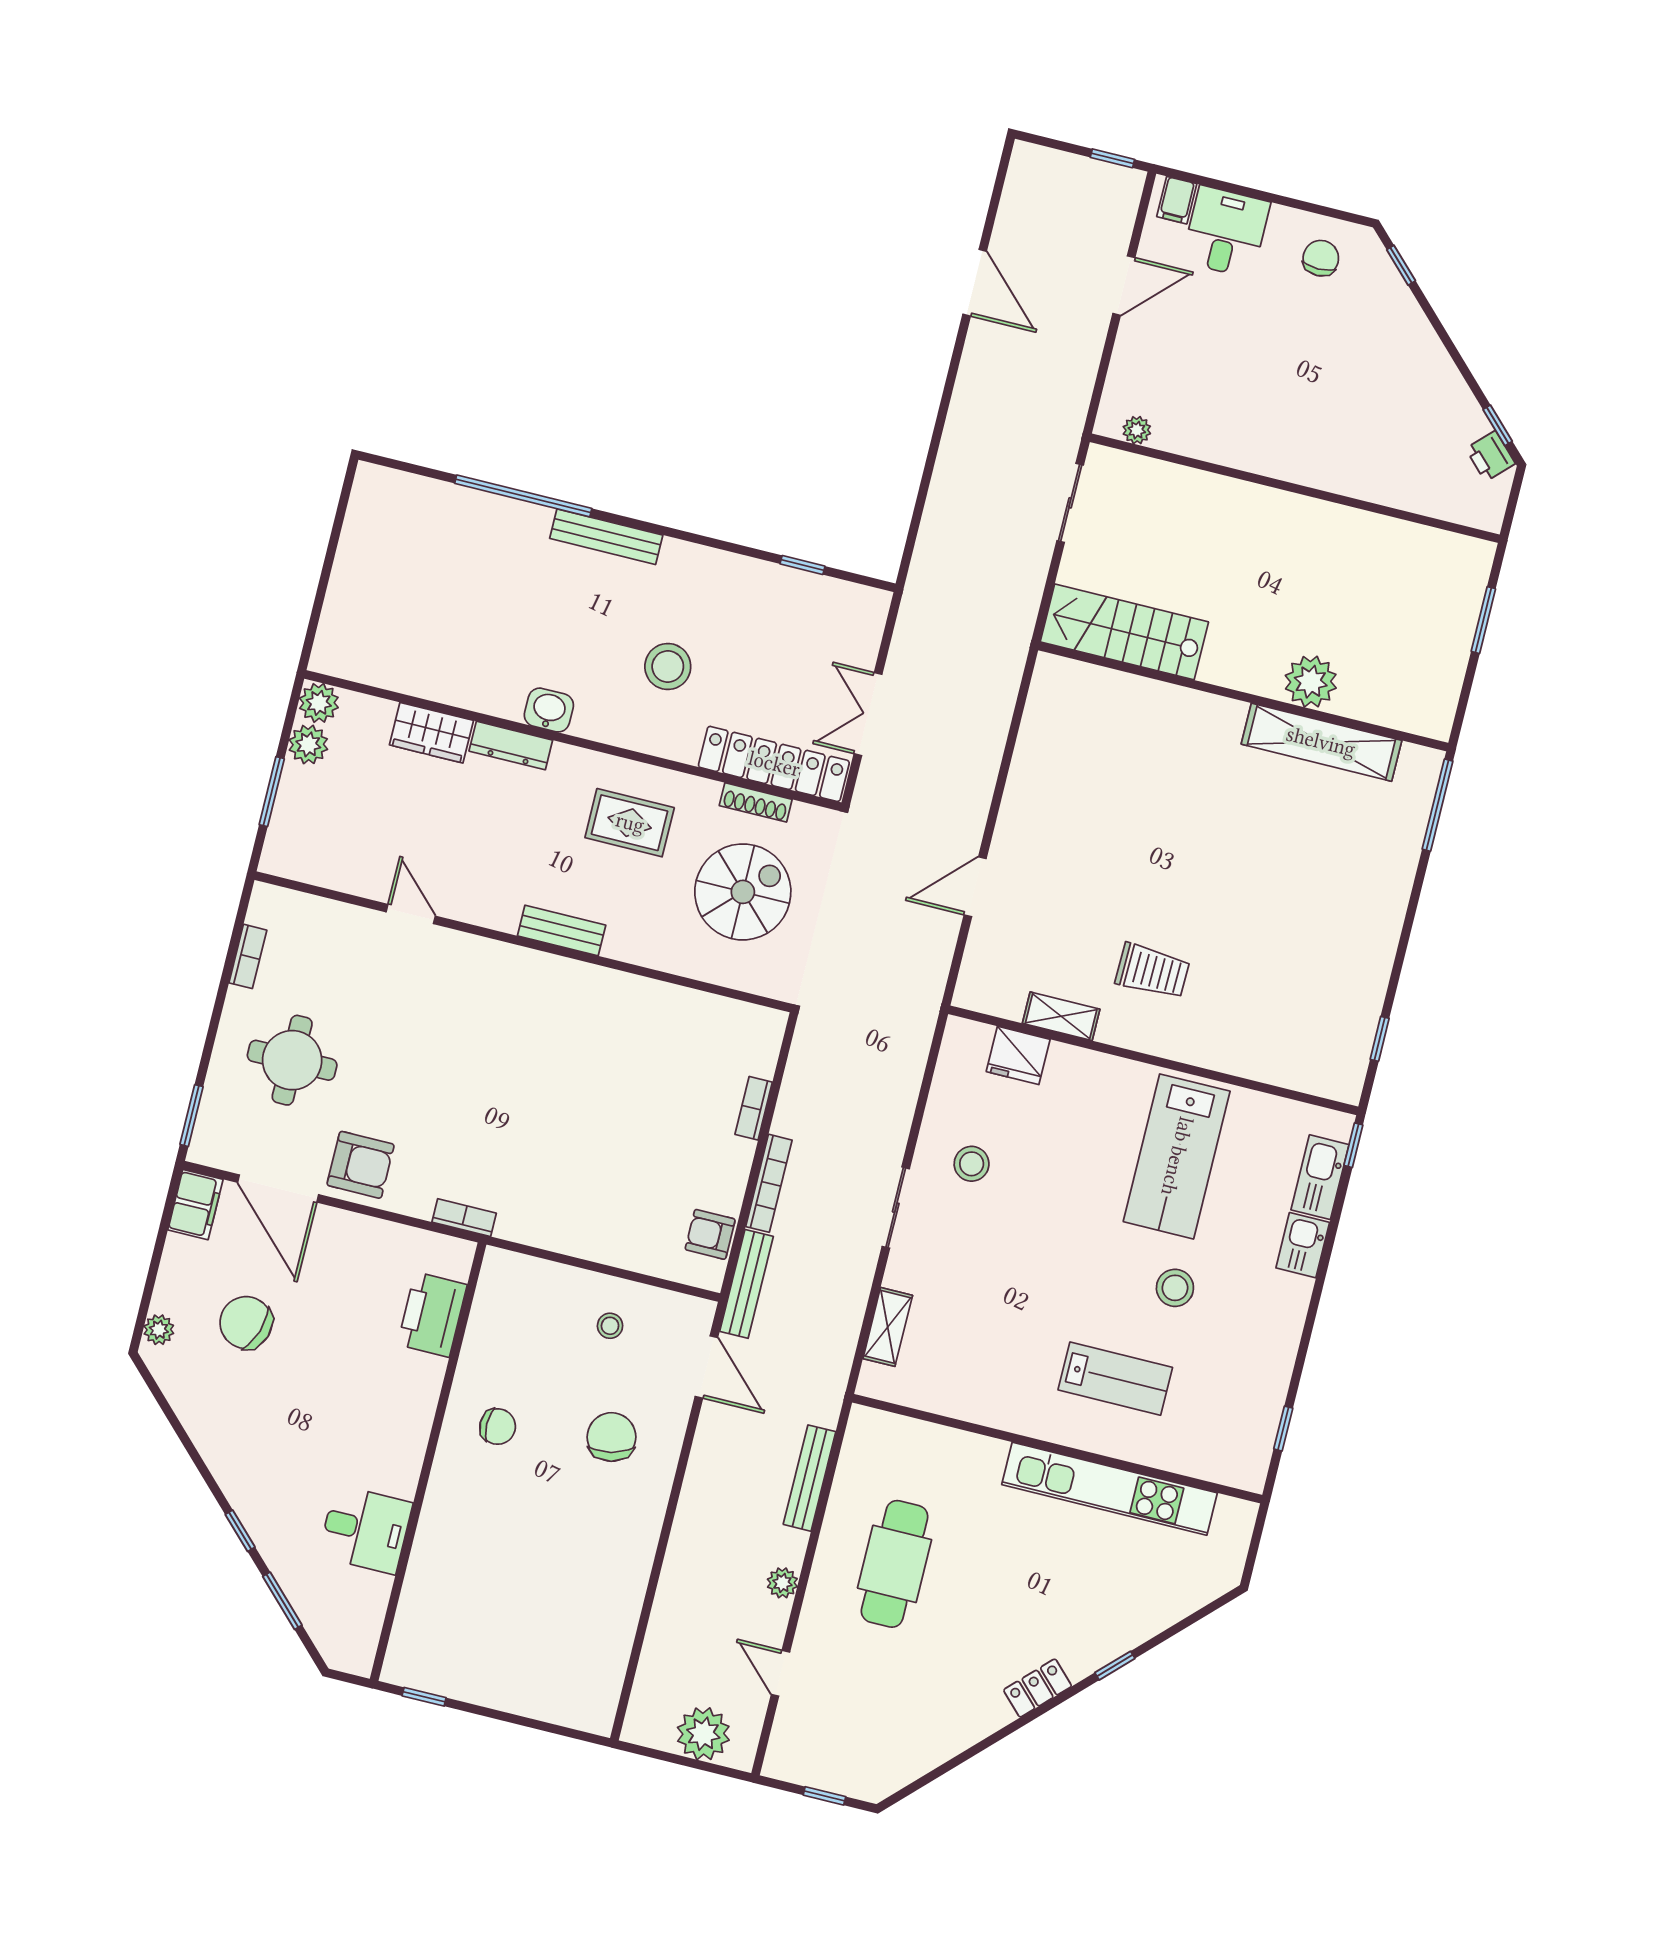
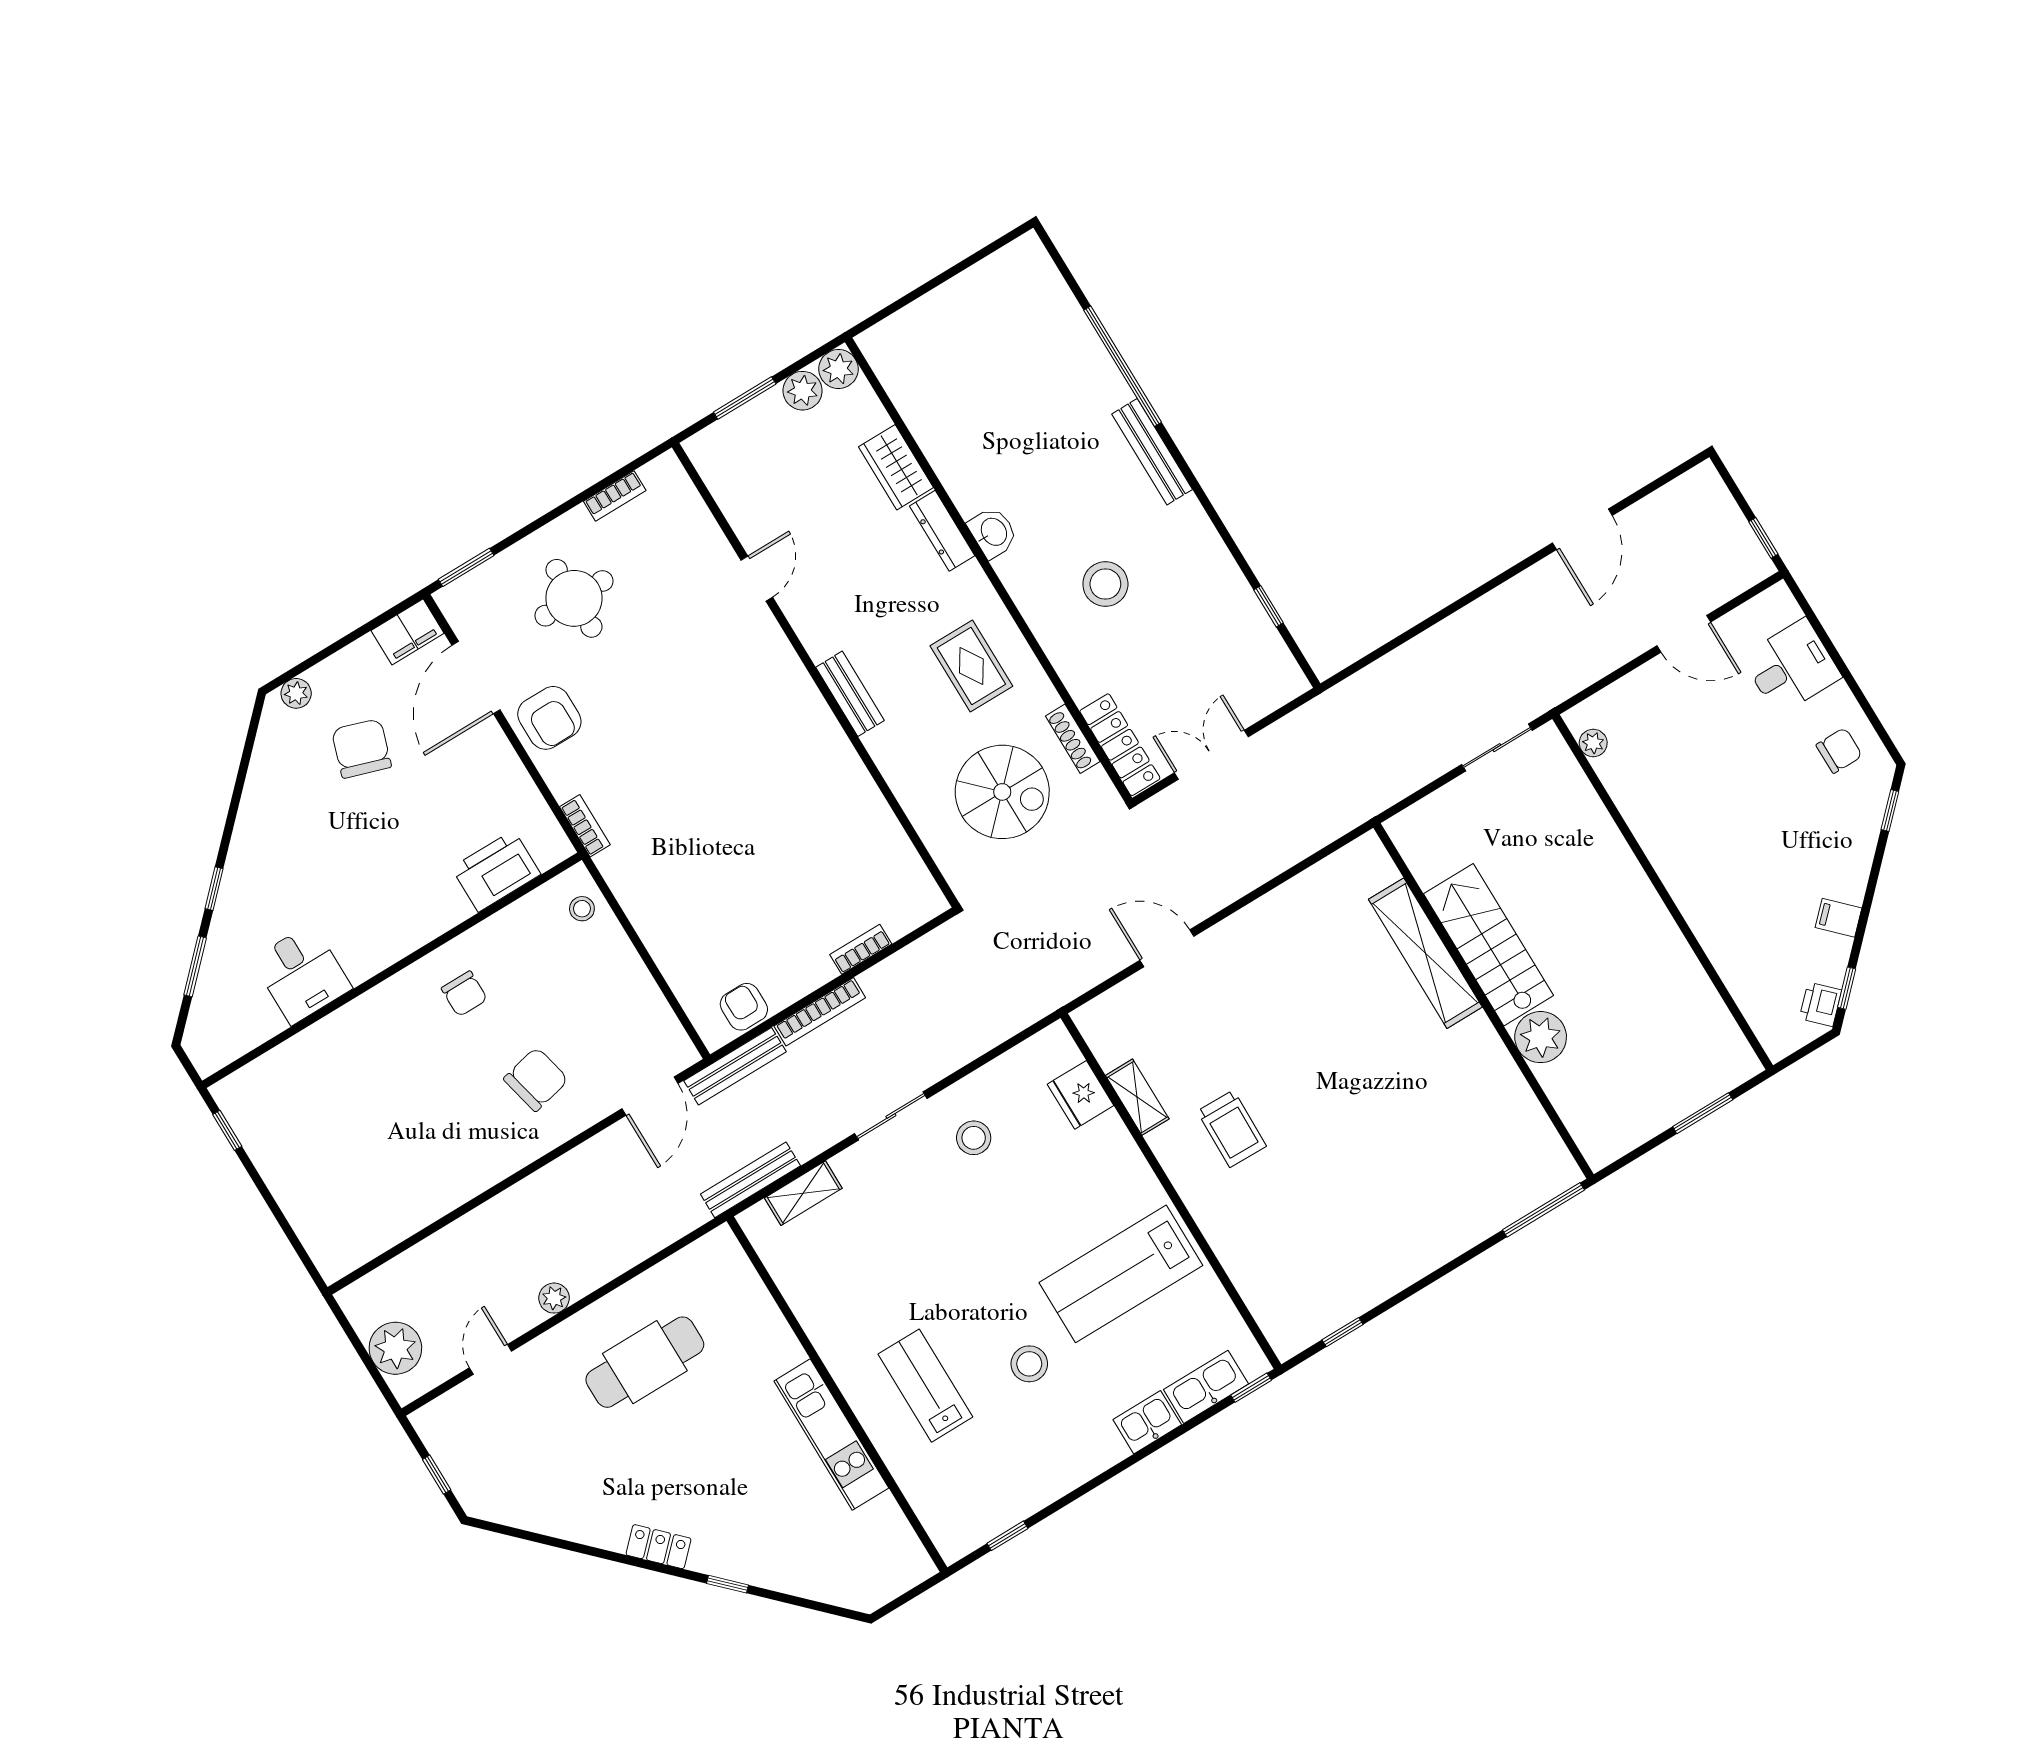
filing cabinet: (1177, 200) -> (1839, 918), moved, turned 45
stairs: (1124, 632) -> (1489, 945), moved
shelving: (1321, 742) -> (1425, 953), moved
locker: (774, 764) -> (1120, 745), width x0.71, depth x0.83
stool: (610, 1326) -> (582, 909), moved
lab bench: (1115, 1379) -> (925, 1386), turned 180
bench: (809, 1478) -> (750, 1180), moved
kitchen unit: (1110, 1489) -> (831, 1434), width x0.73

